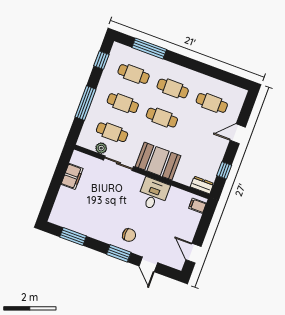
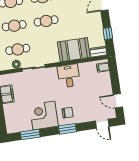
booth: (158, 161) -> (74, 50), moved
corner desk: (100, 223) -> (44, 115), added
door: (148, 264) -> (102, 124), moved

